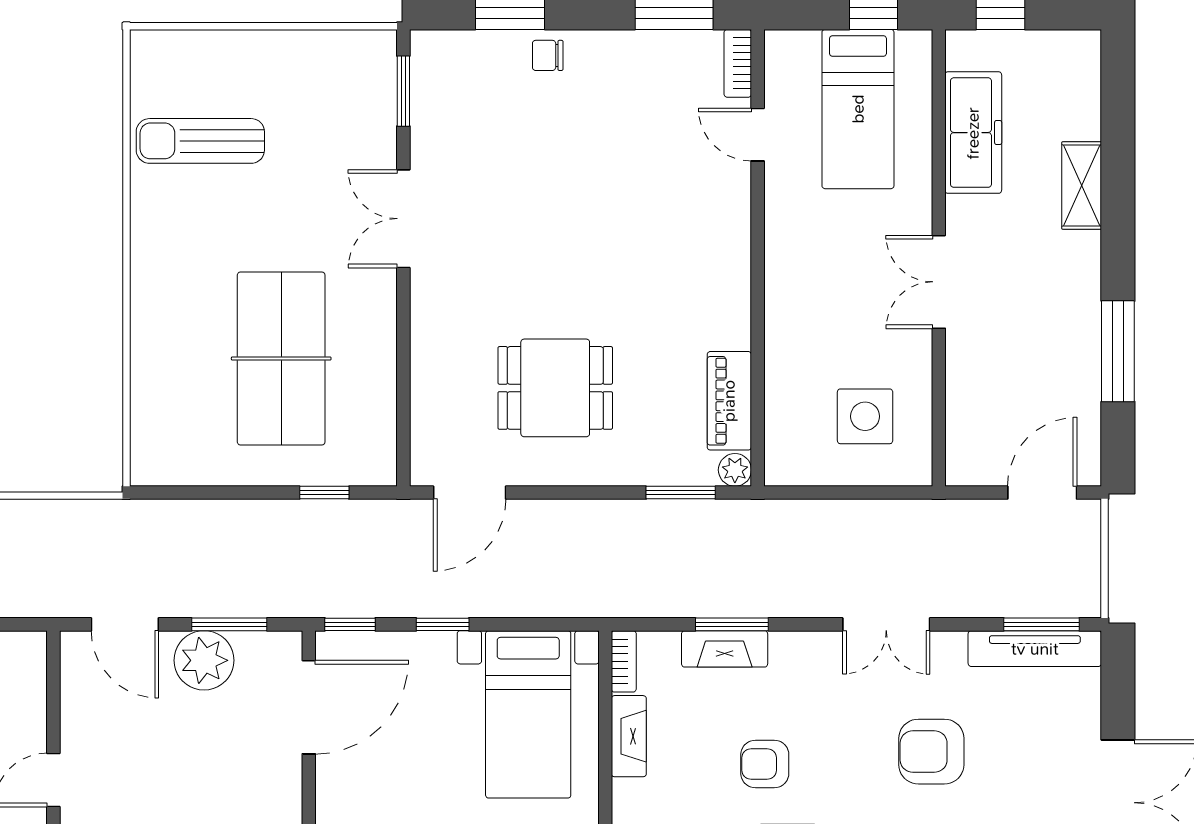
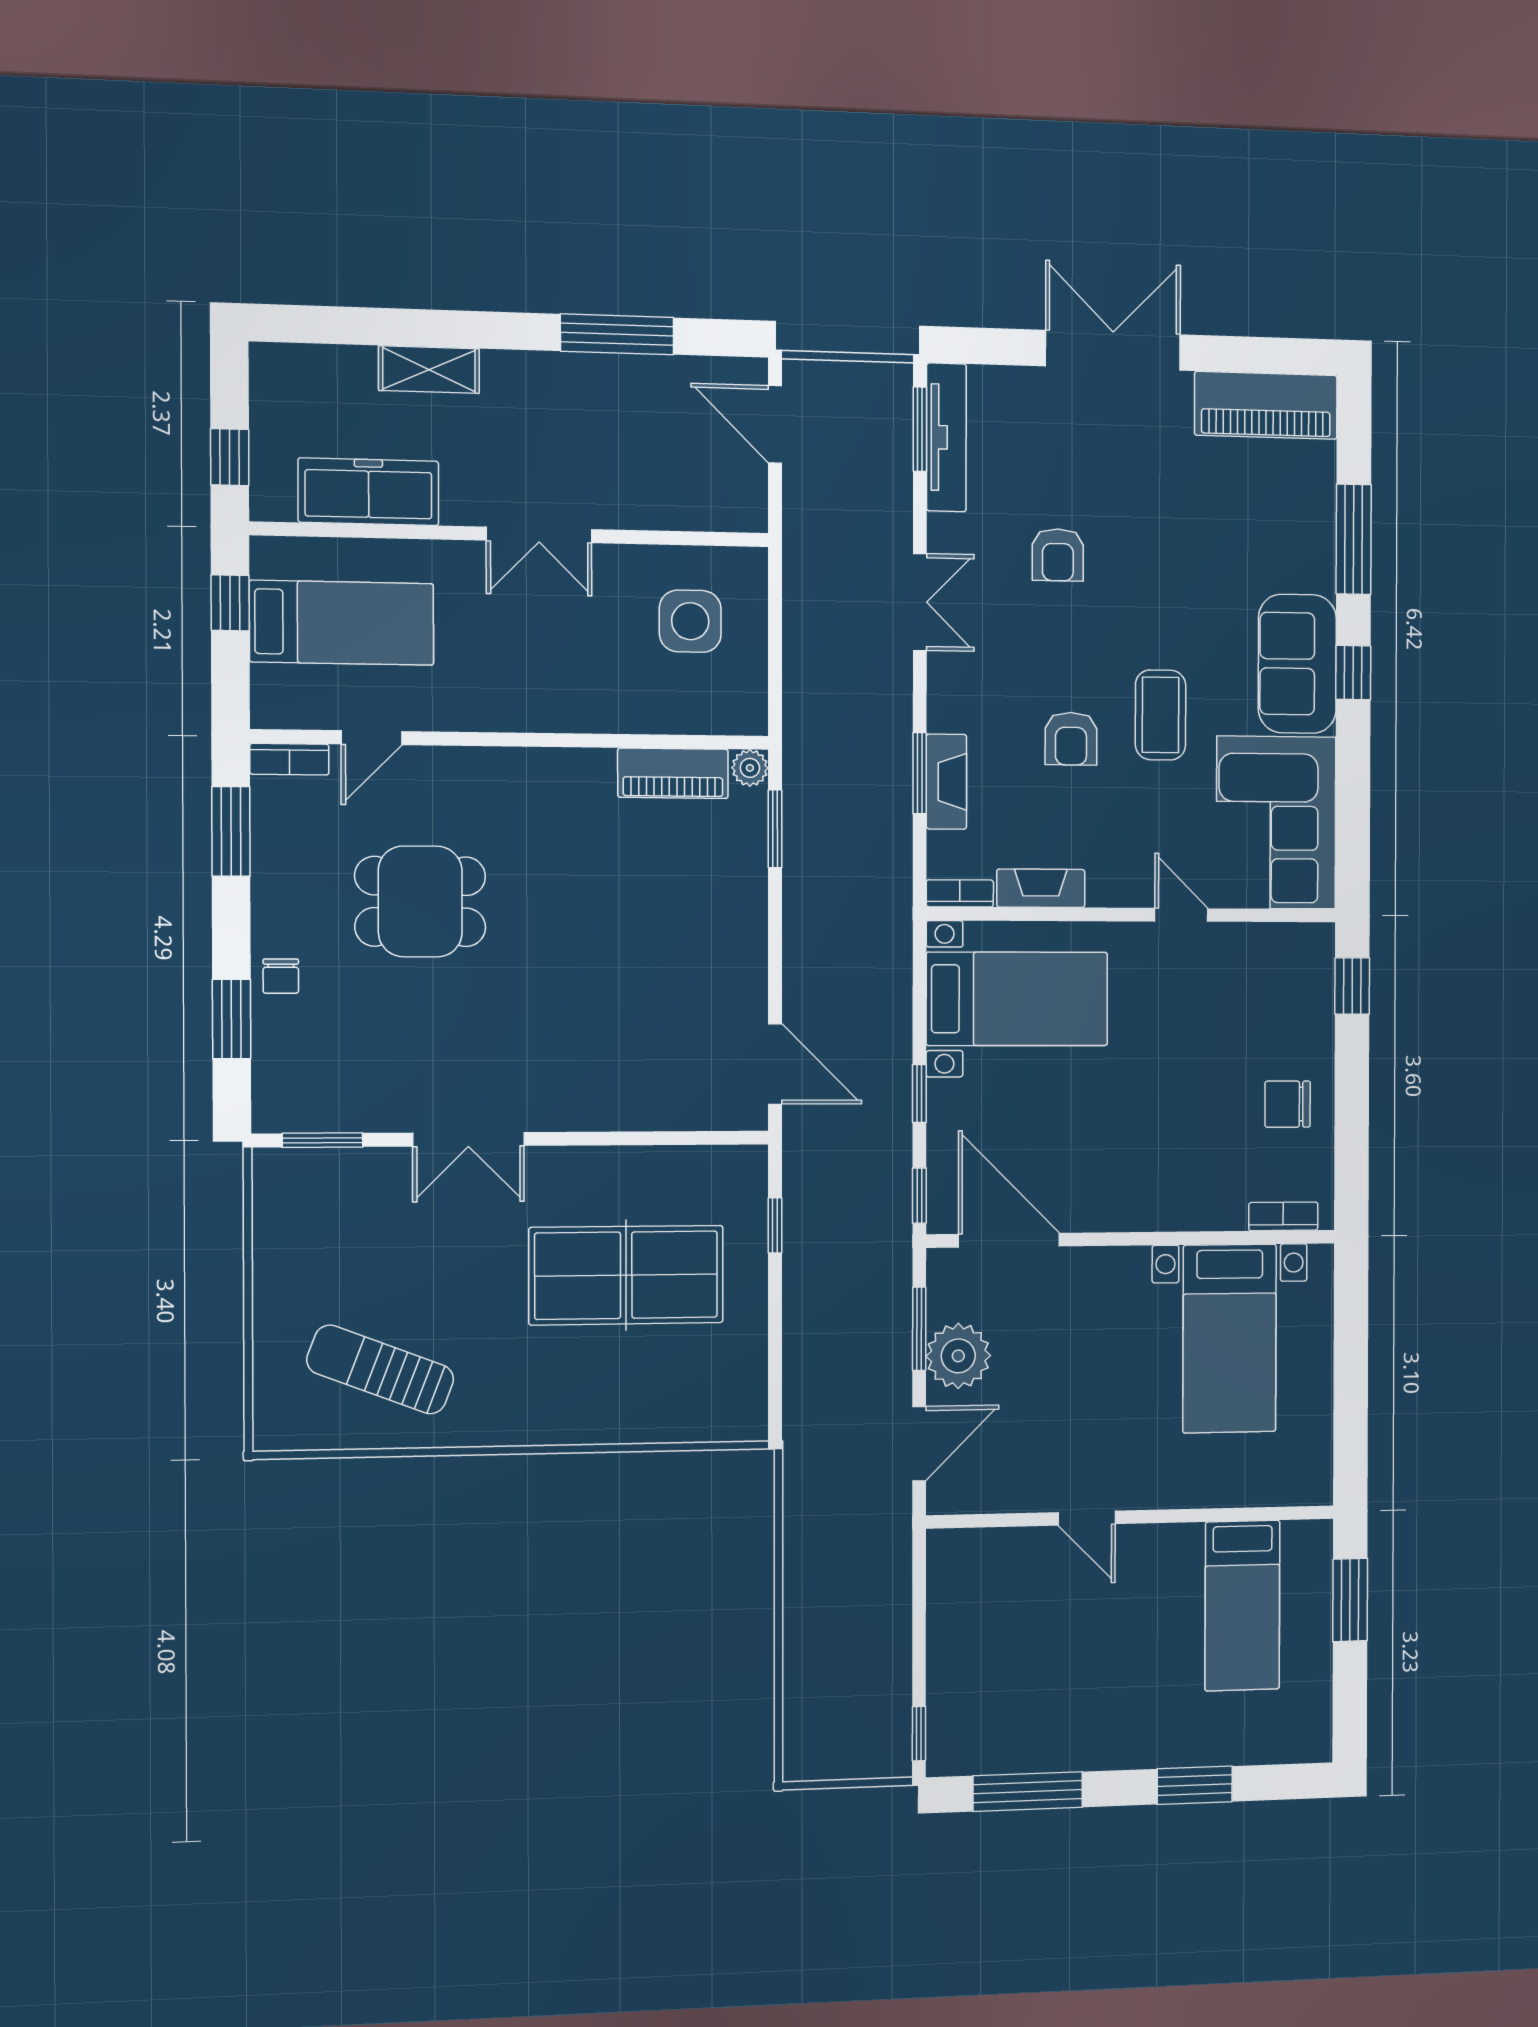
sun lounger: (200, 141) -> (380, 1370), turned 111
dining table: (555, 388) -> (420, 902), moved, turned 90
armchair: (931, 752) -> (1058, 555), width x0.72, depth x0.72

